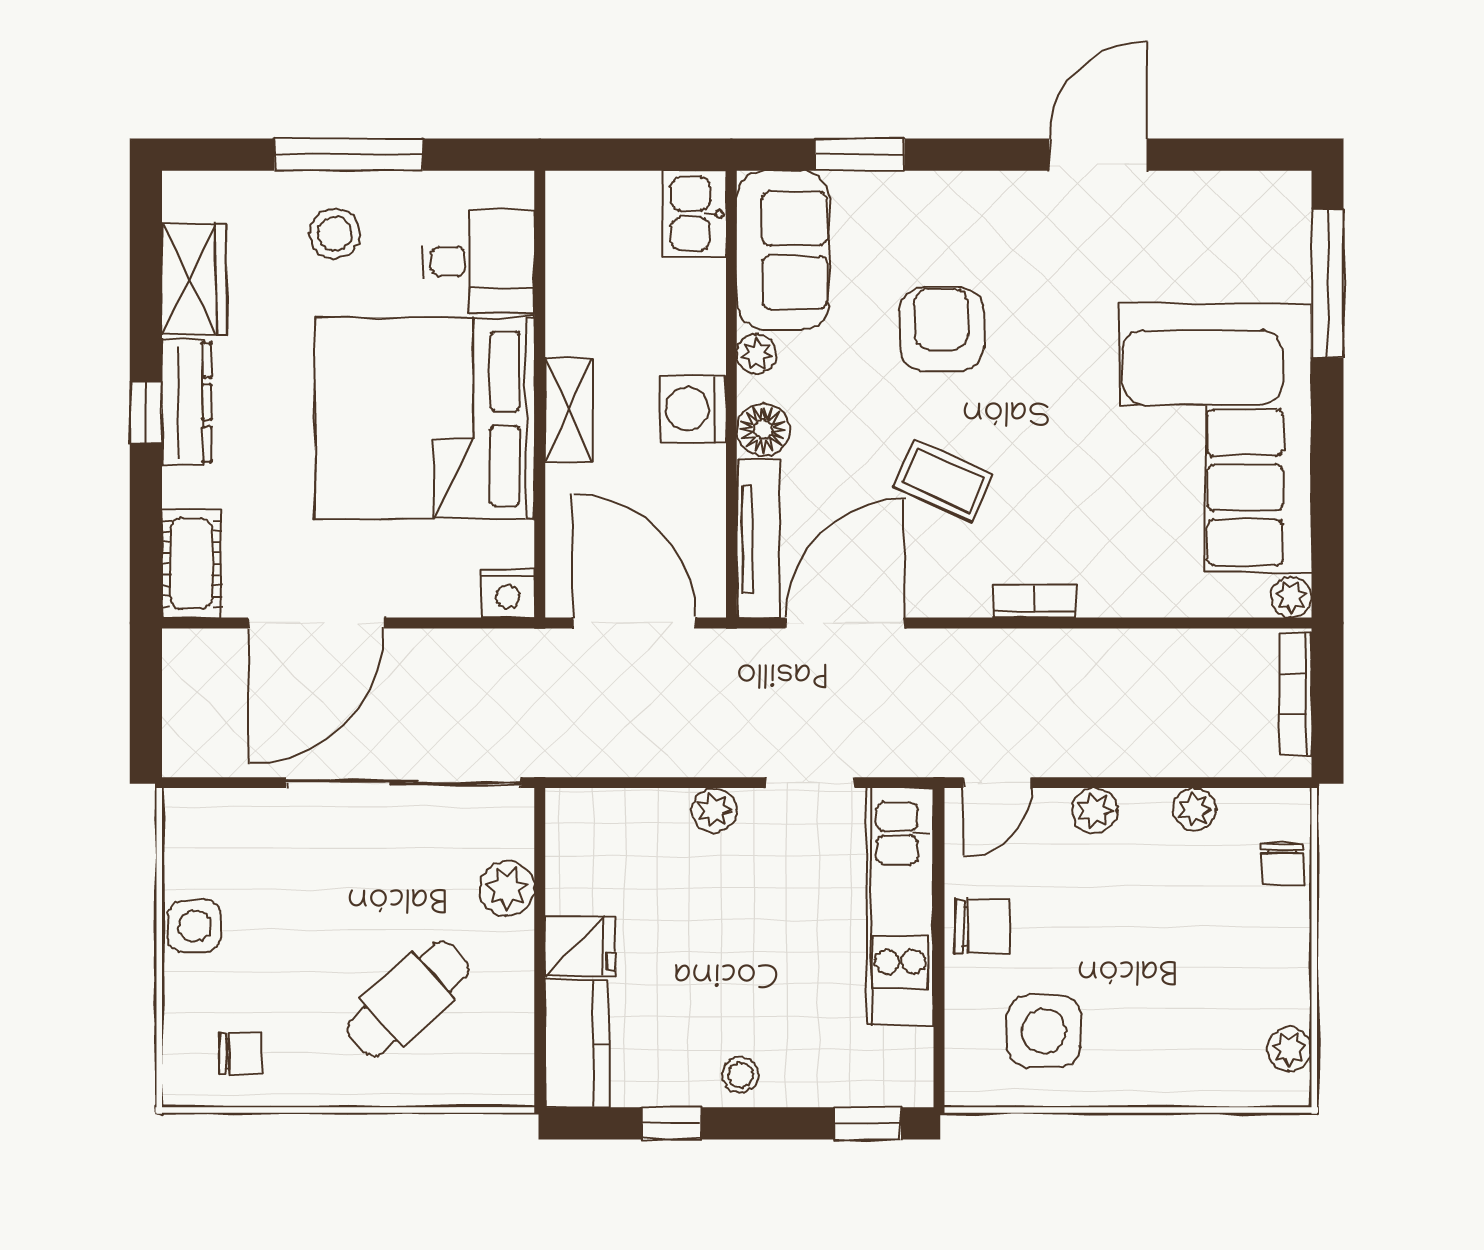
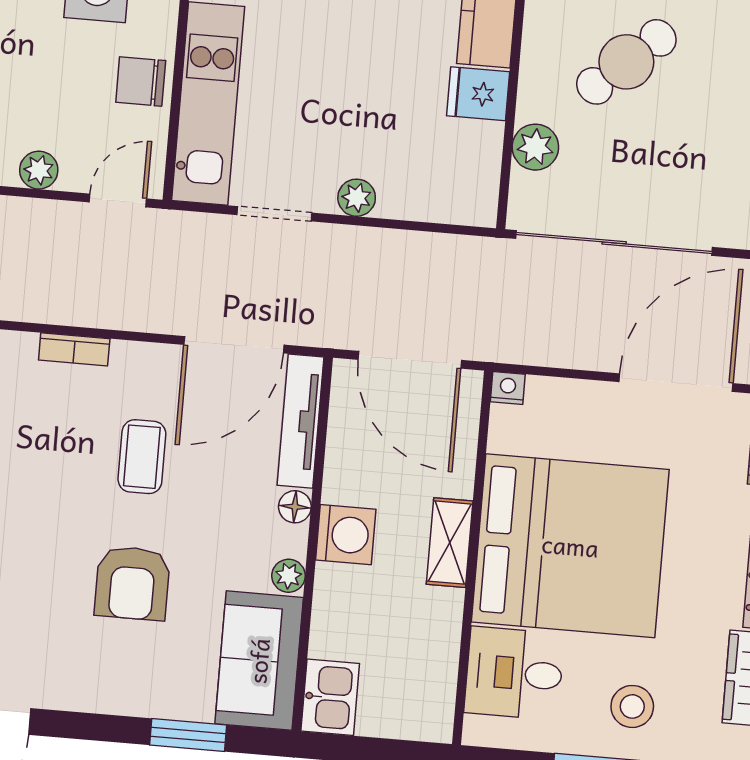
floor lamp: (763, 430) -> (295, 507), width x0.73, depth x0.73
coffee table: (943, 481) -> (142, 457), turned 66
nightstand: (508, 593) -> (508, 388), width x0.72, depth x0.74

